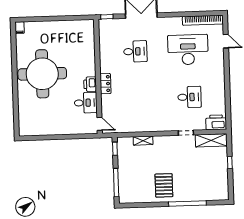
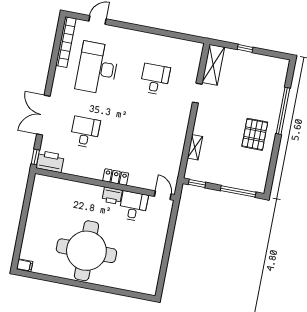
printer: (216, 122) -> (50, 162), moved, turned 90
door: (100, 124) -> (163, 195), hinge flipped
pallet: (164, 185) -> (255, 134), turned 90

